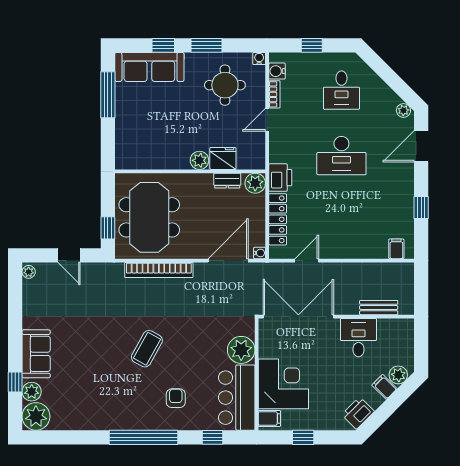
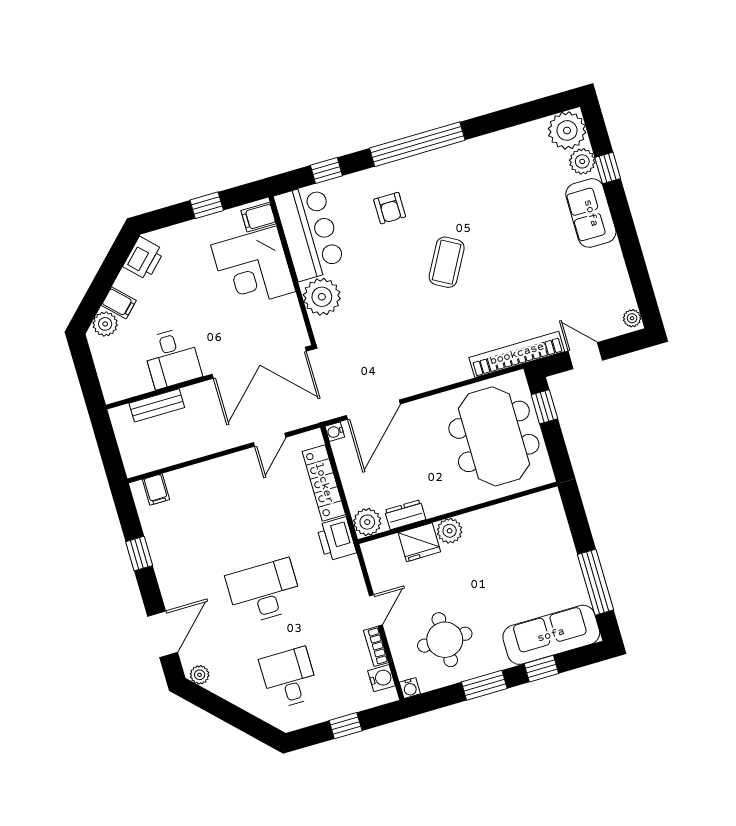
bookcase: (159, 270) -> (517, 354), moved

